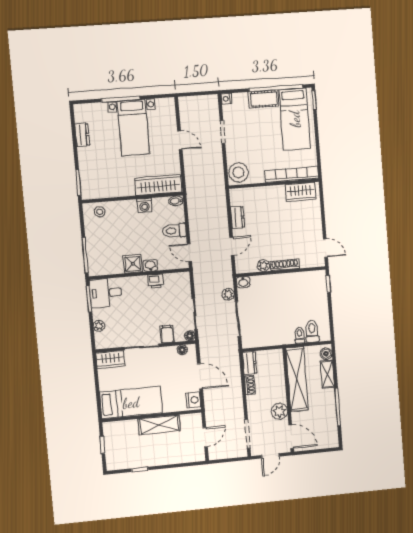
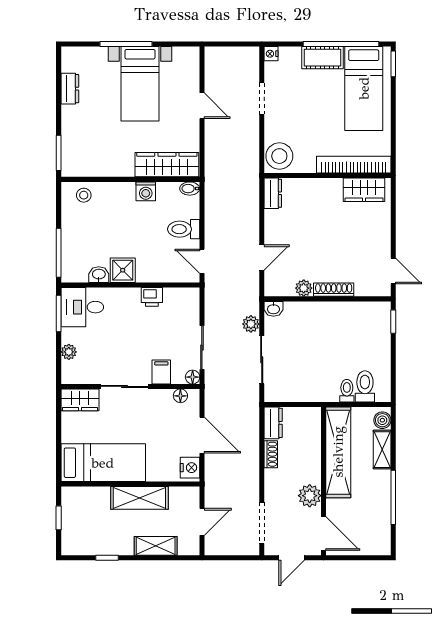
dresser: (237, 217) -> (273, 193), moved
washbasin: (150, 265) -> (99, 275), moved
shelving: (174, 457) -> (156, 546), added

